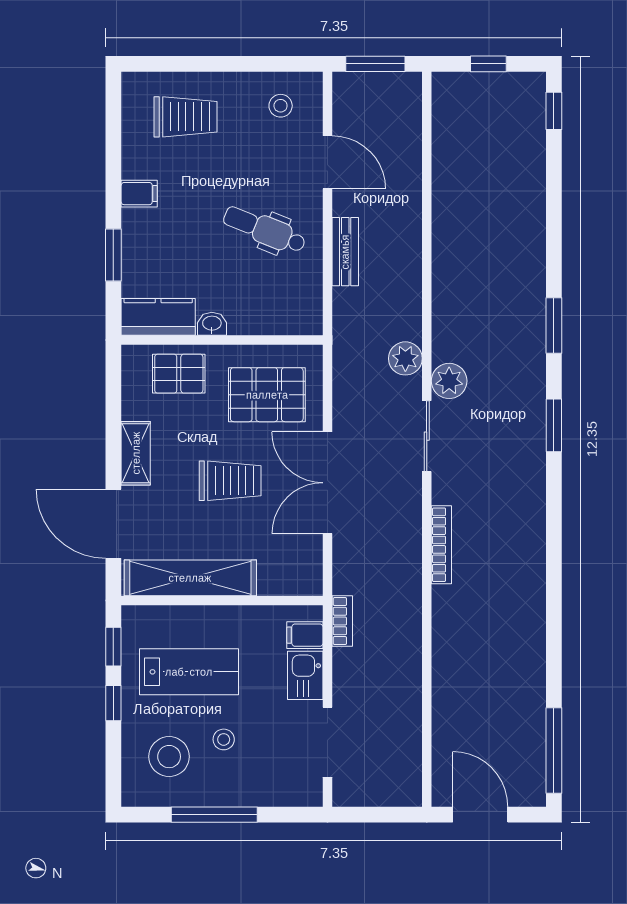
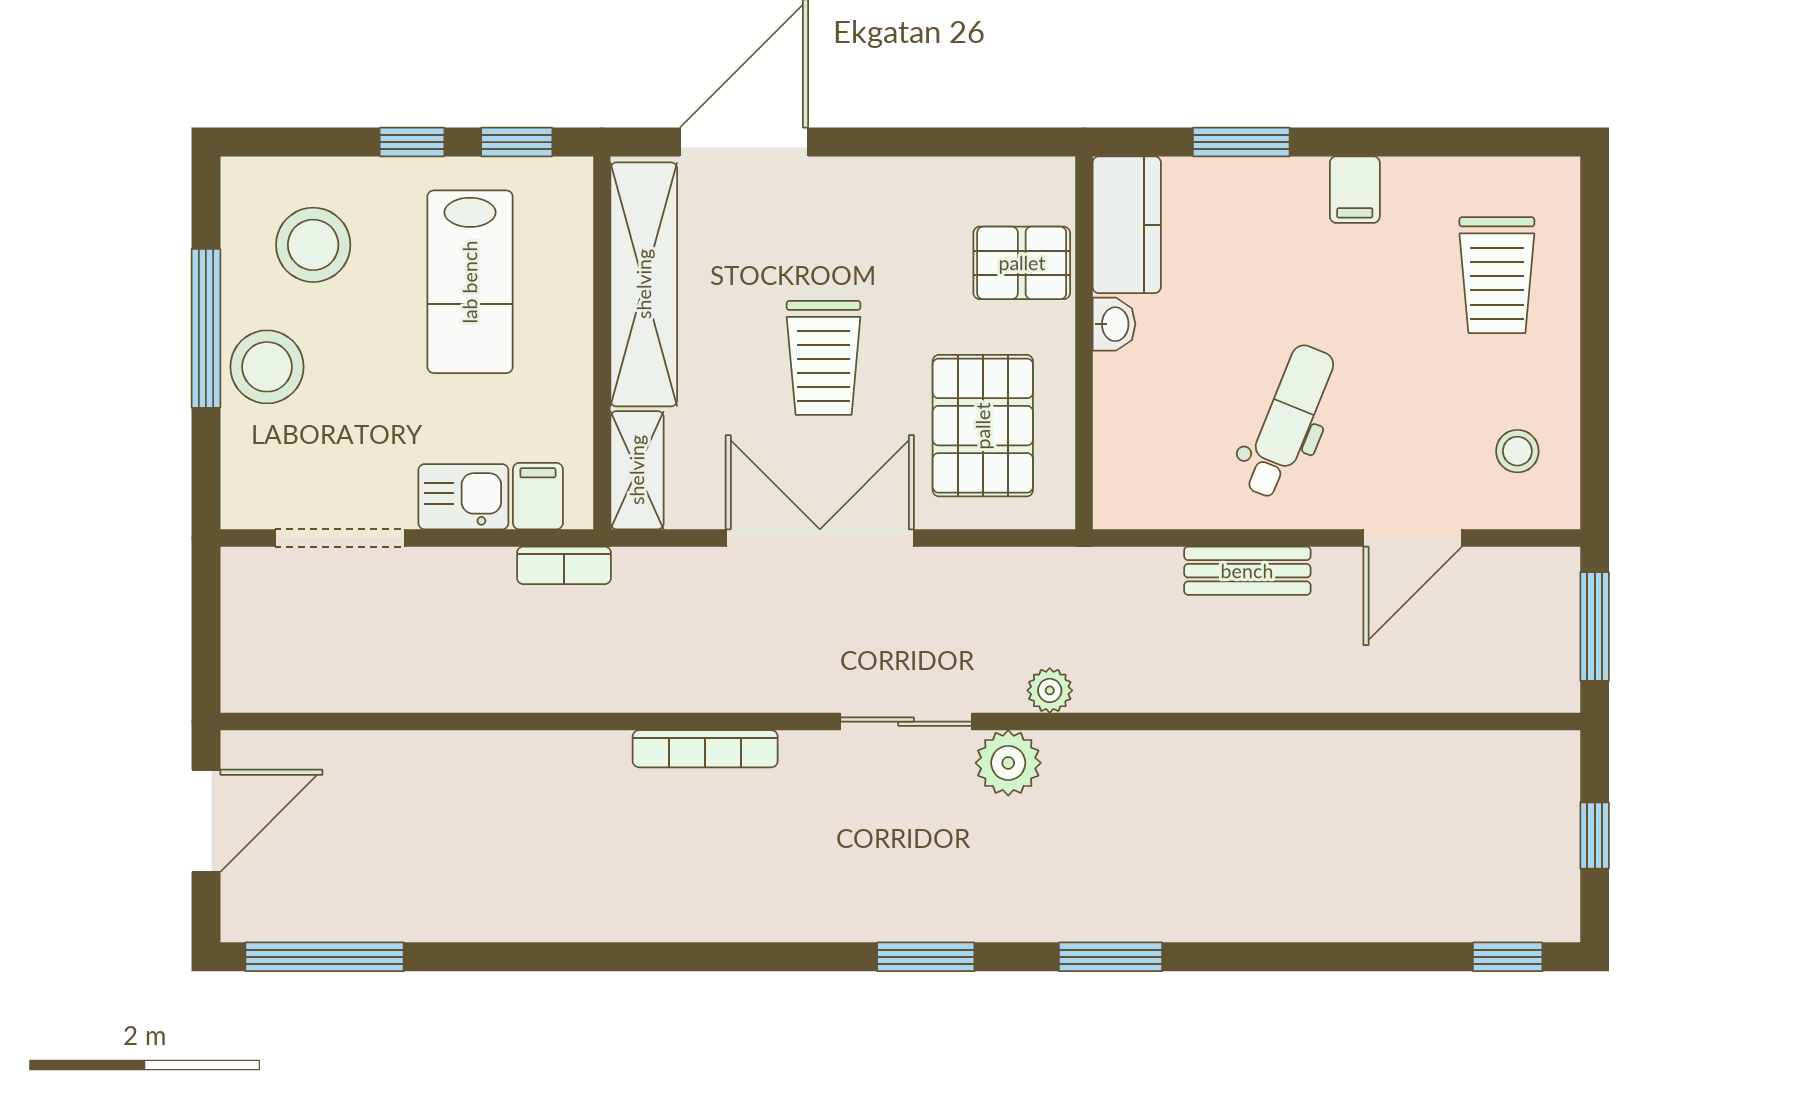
plant: (405, 358) -> (1050, 690), width x0.73, depth x0.73
pallet: (179, 374) -> (1022, 263), turned 90
shelving: (136, 453) -> (637, 470), moved, turned 90
stool: (224, 739) -> (267, 367), moved, width x1.89, depth x1.89

